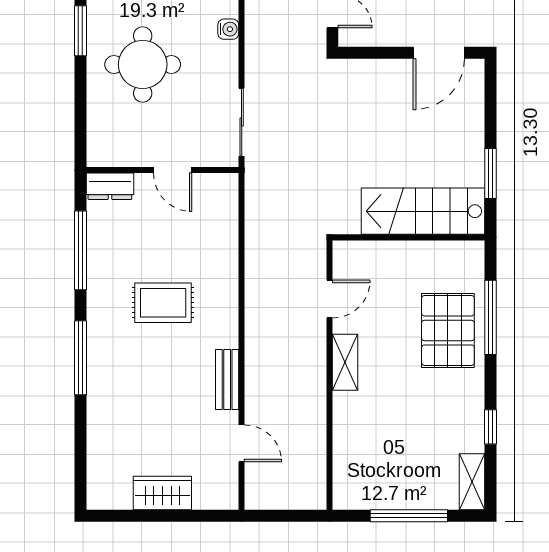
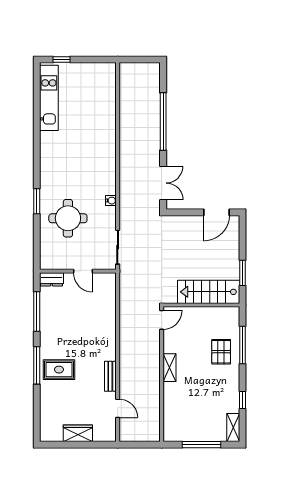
door: (329, 299) -> (162, 320), moved
rug: (163, 303) -> (59, 370), moved
pallet: (448, 330) -> (221, 352), width x0.67, depth x0.71

